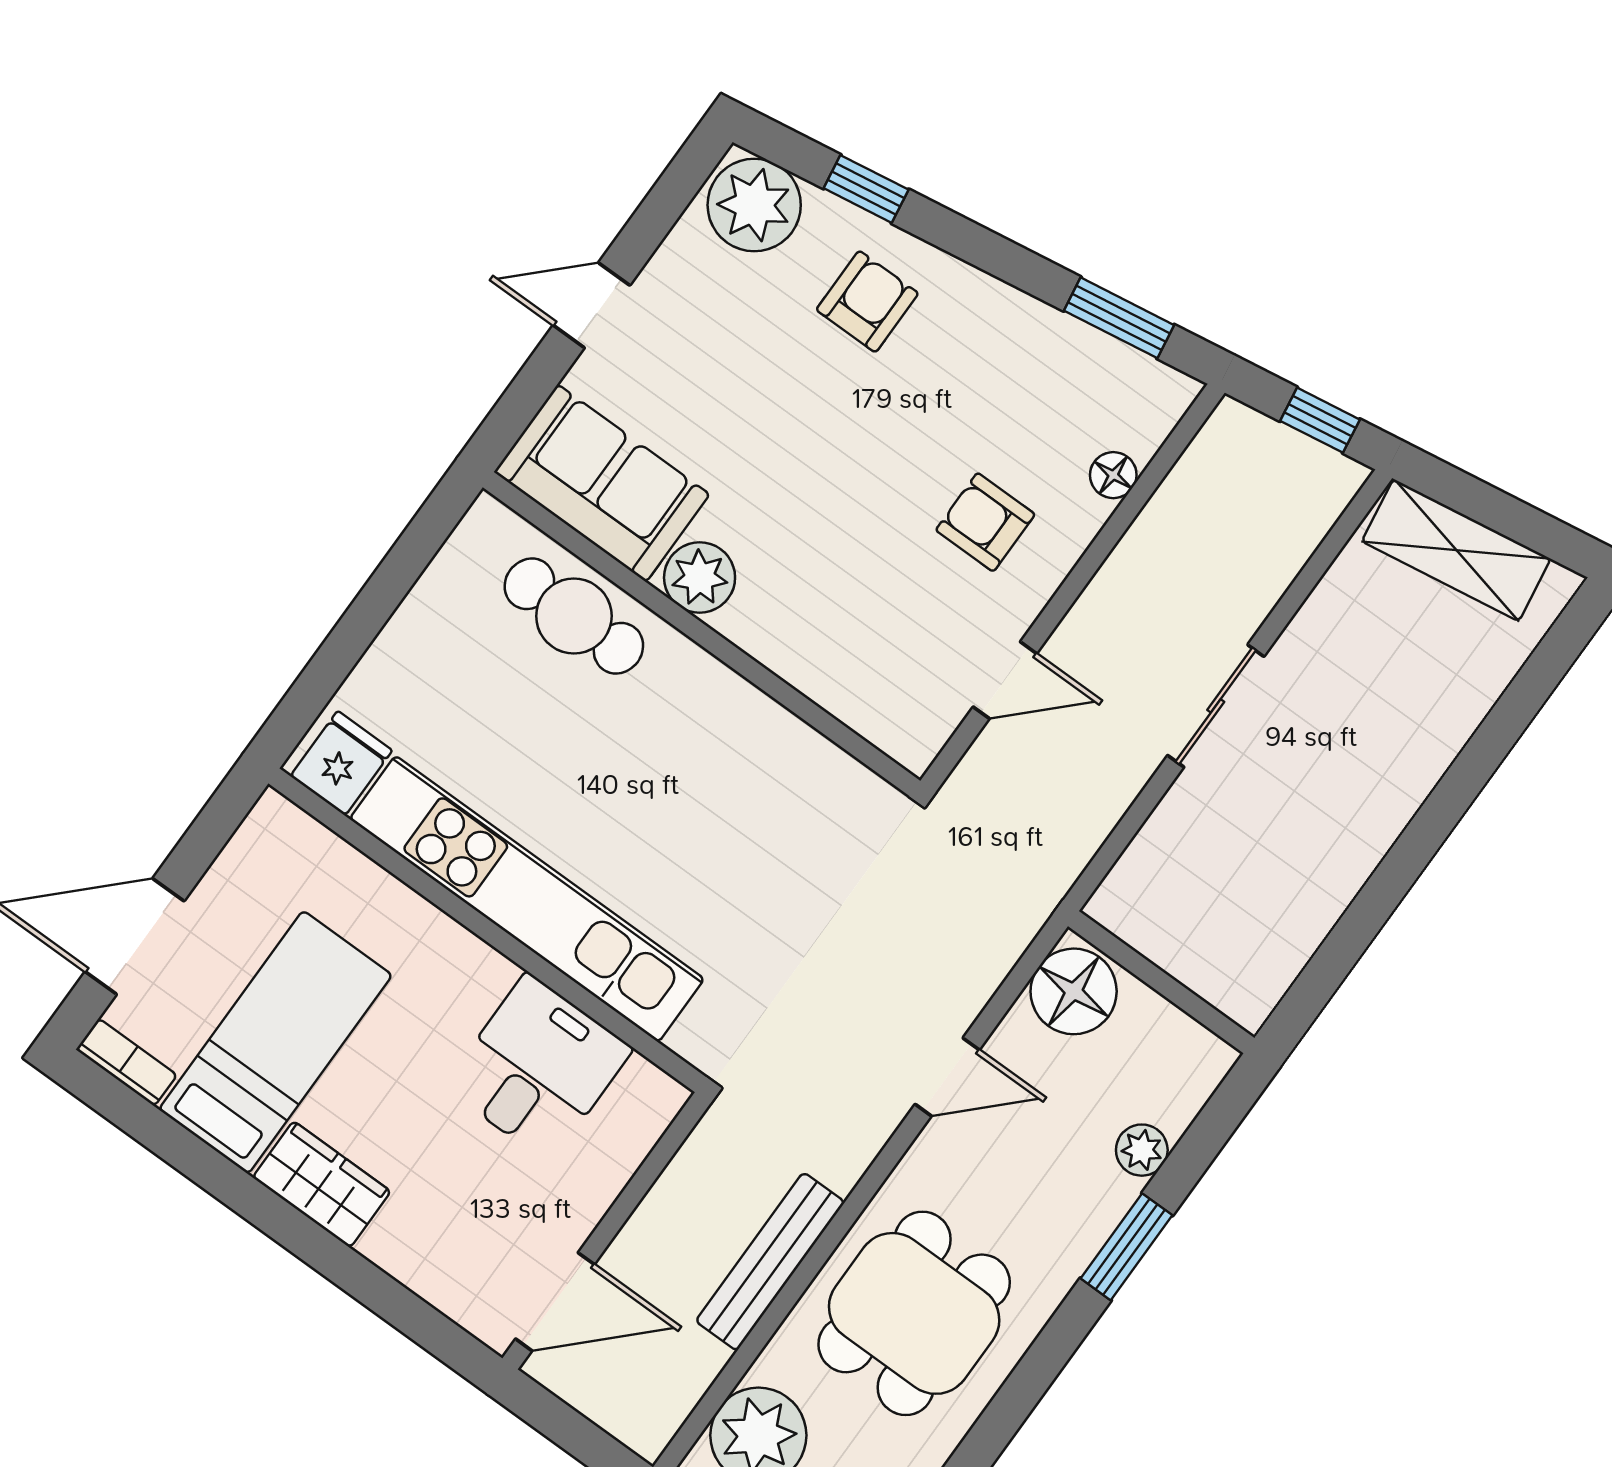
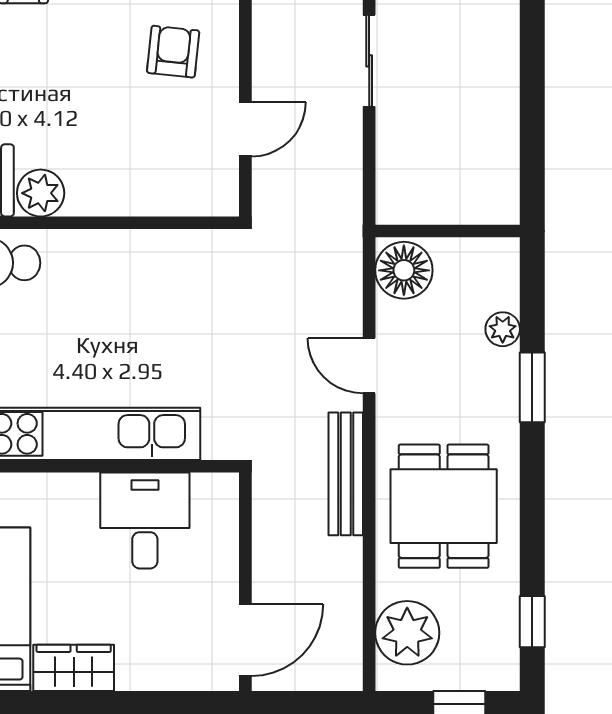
armchair: (985, 522) -> (173, 52), turned 96
door: (947, 1077) -> (369, 366), swing flipped
bench: (770, 1262) -> (346, 474), moved

